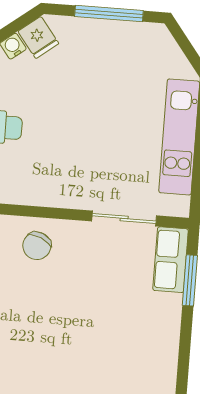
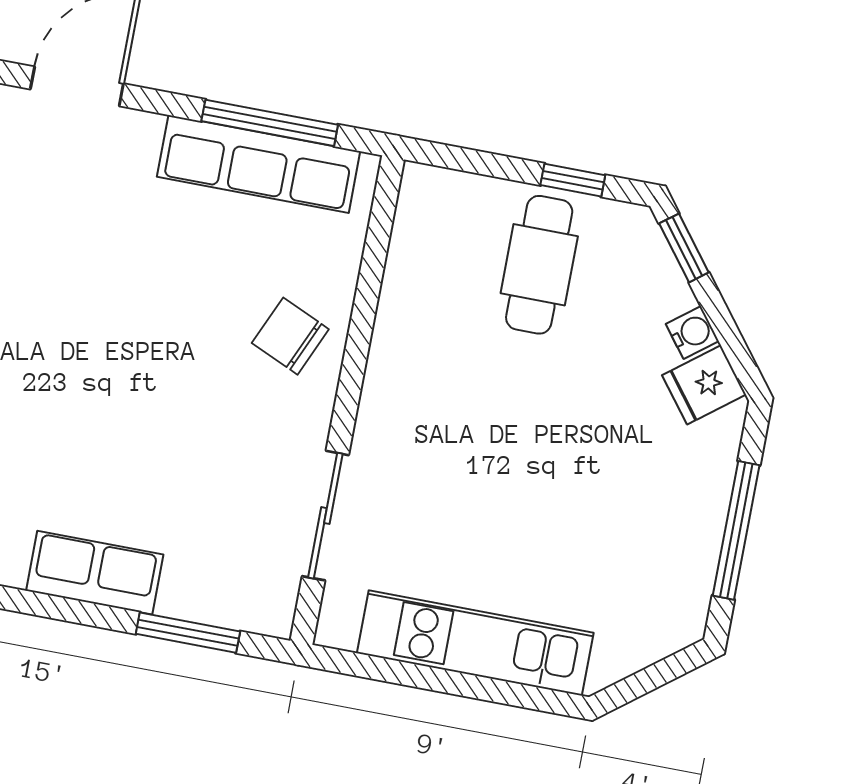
row of seats: (171, 260) -> (95, 573), moved

